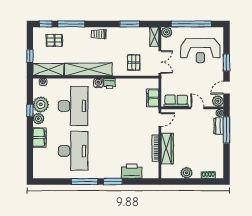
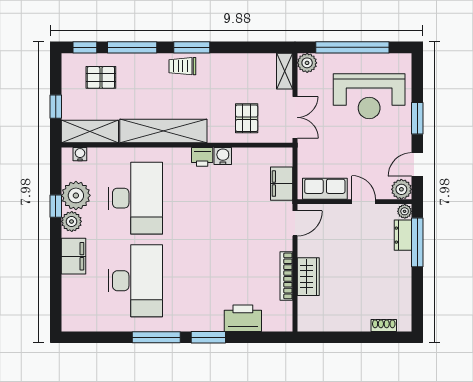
window: (130, 24) -> (192, 47), moved
water cooler: (98, 83) -> (223, 156), moved
wardrobe: (167, 149) -> (308, 277), width x0.67
plant: (186, 173) -> (344, 321), removed

